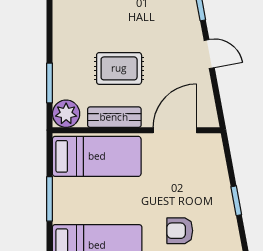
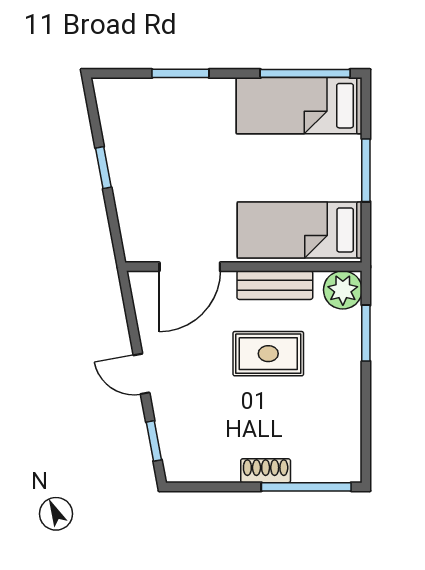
armchair: (180, 231) -> (183, 125), removed

